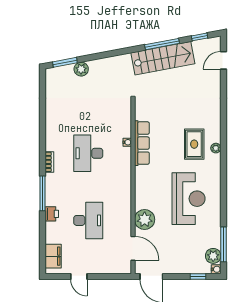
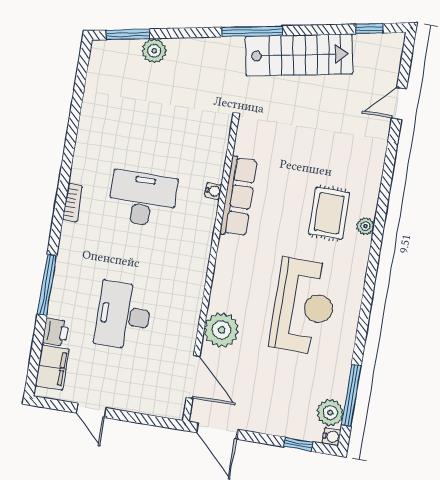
window: (162, 44) -> (252, 31), moved
door: (223, 60) -> (399, 104), moved
desk: (88, 153) -> (143, 199), turned 90
window: (43, 193) -> (47, 285), moved
printer: (52, 214) -> (56, 332), moved
desk: (88, 220) -> (124, 315), turned 180

